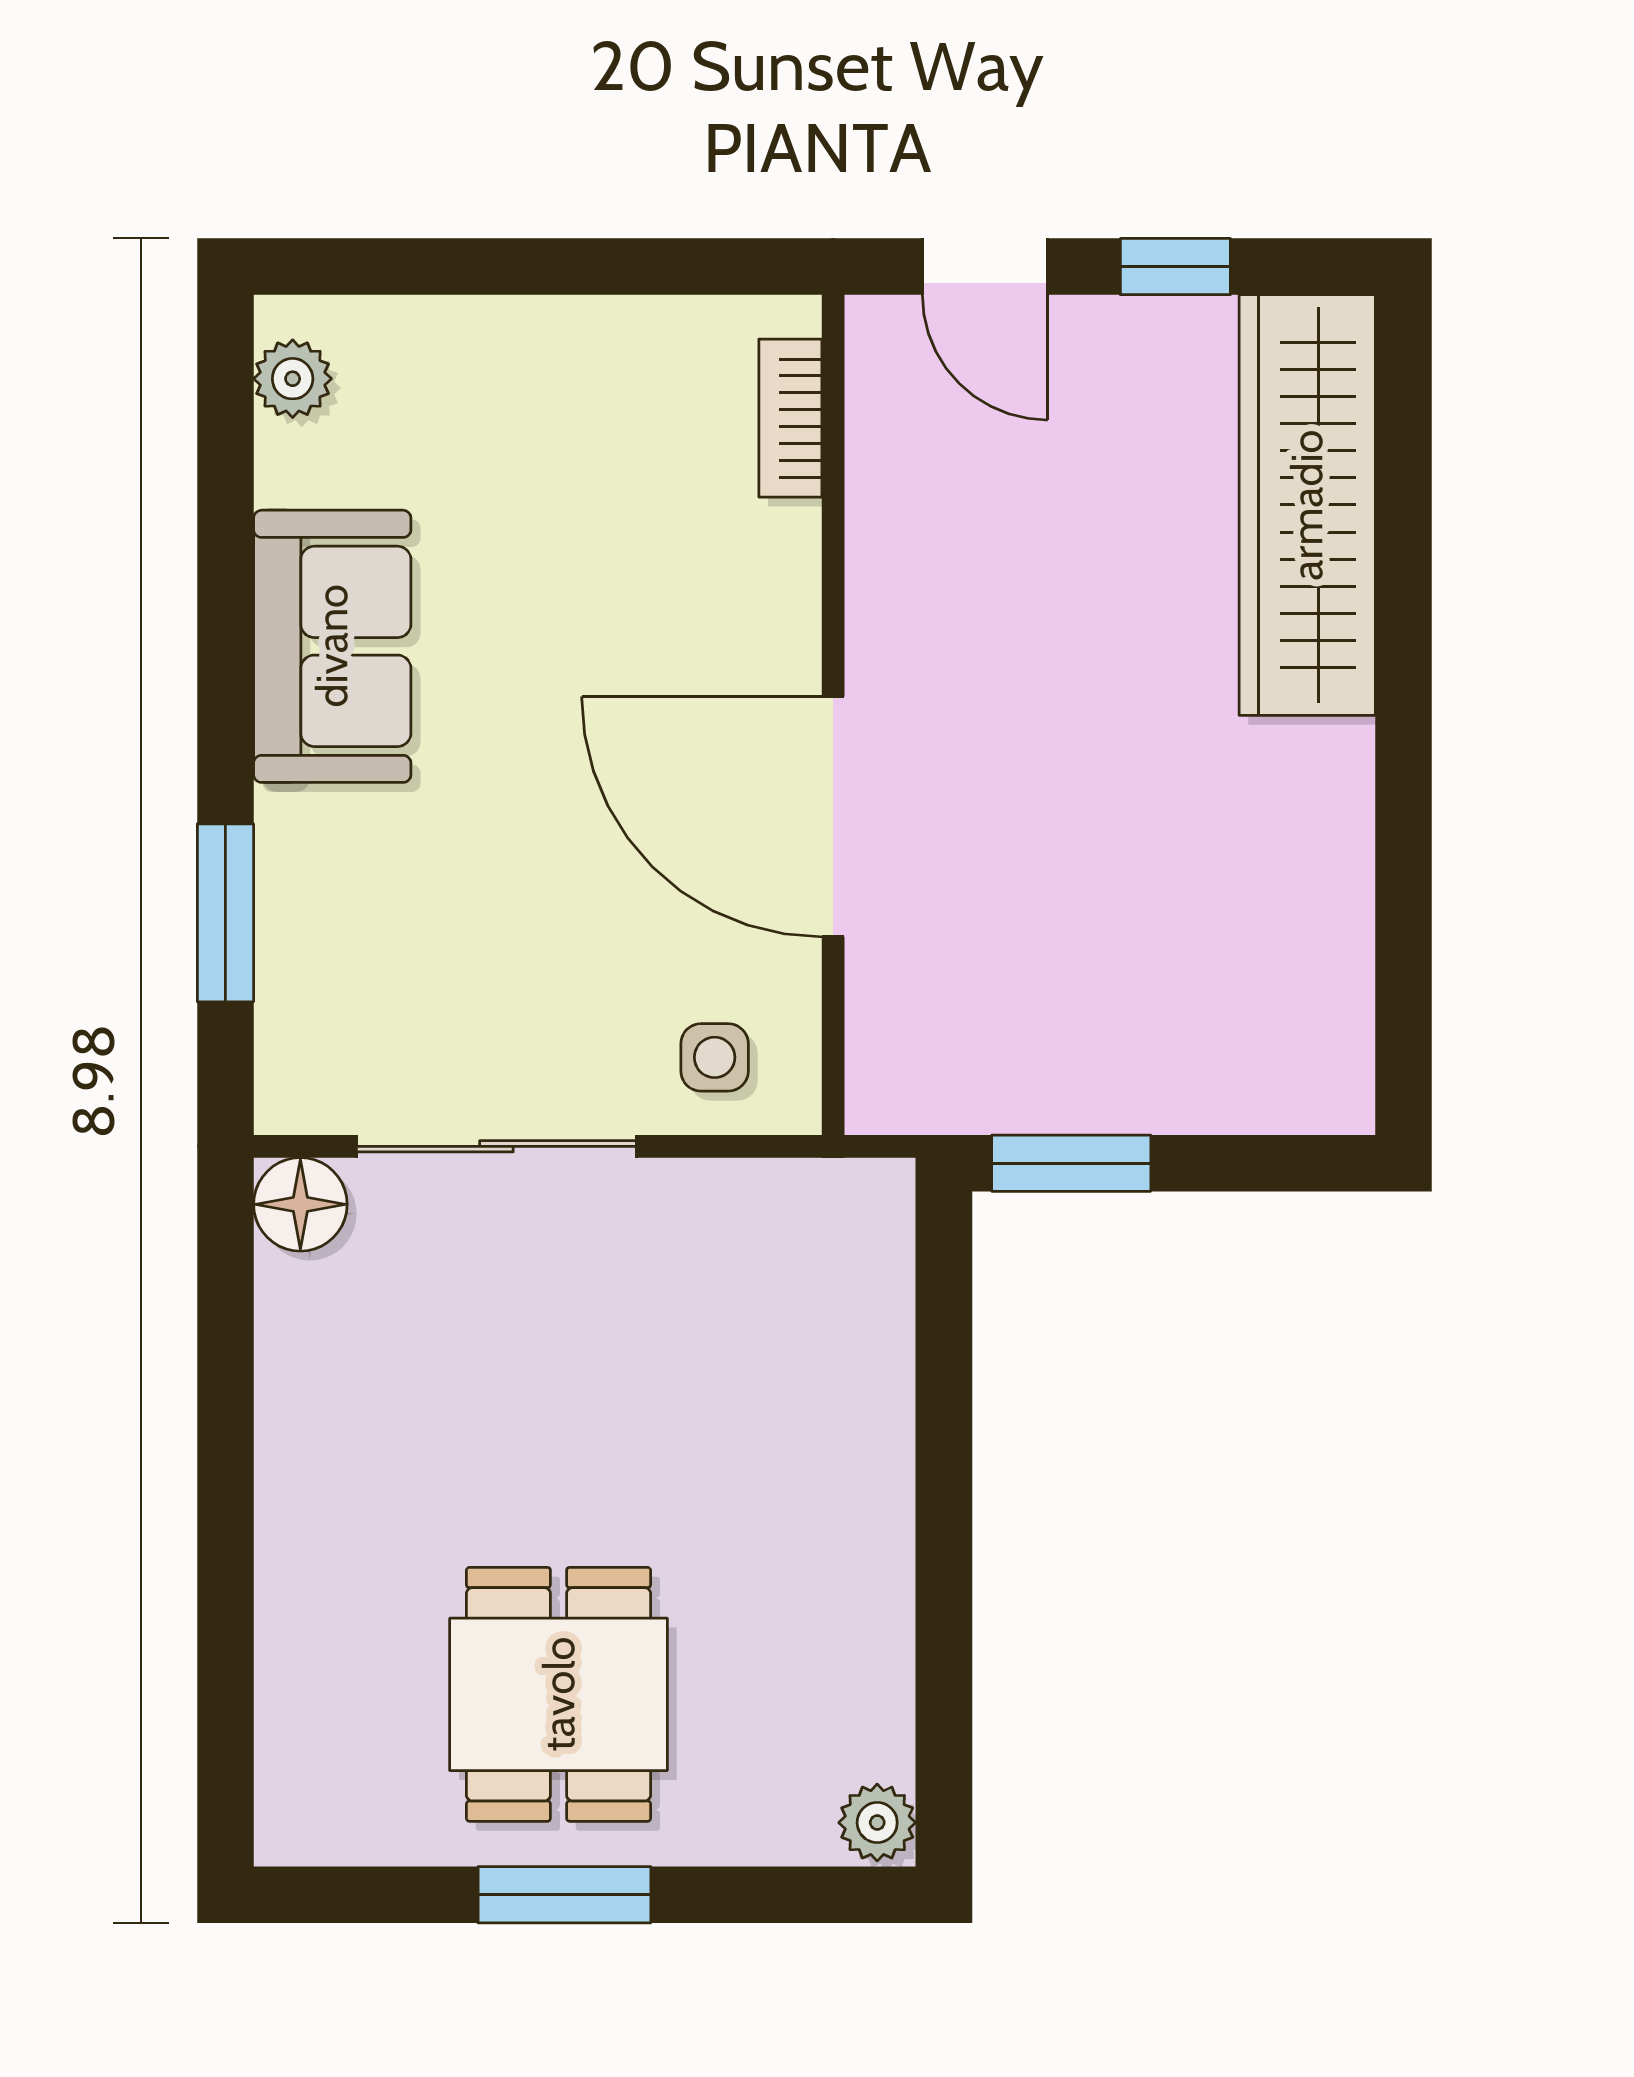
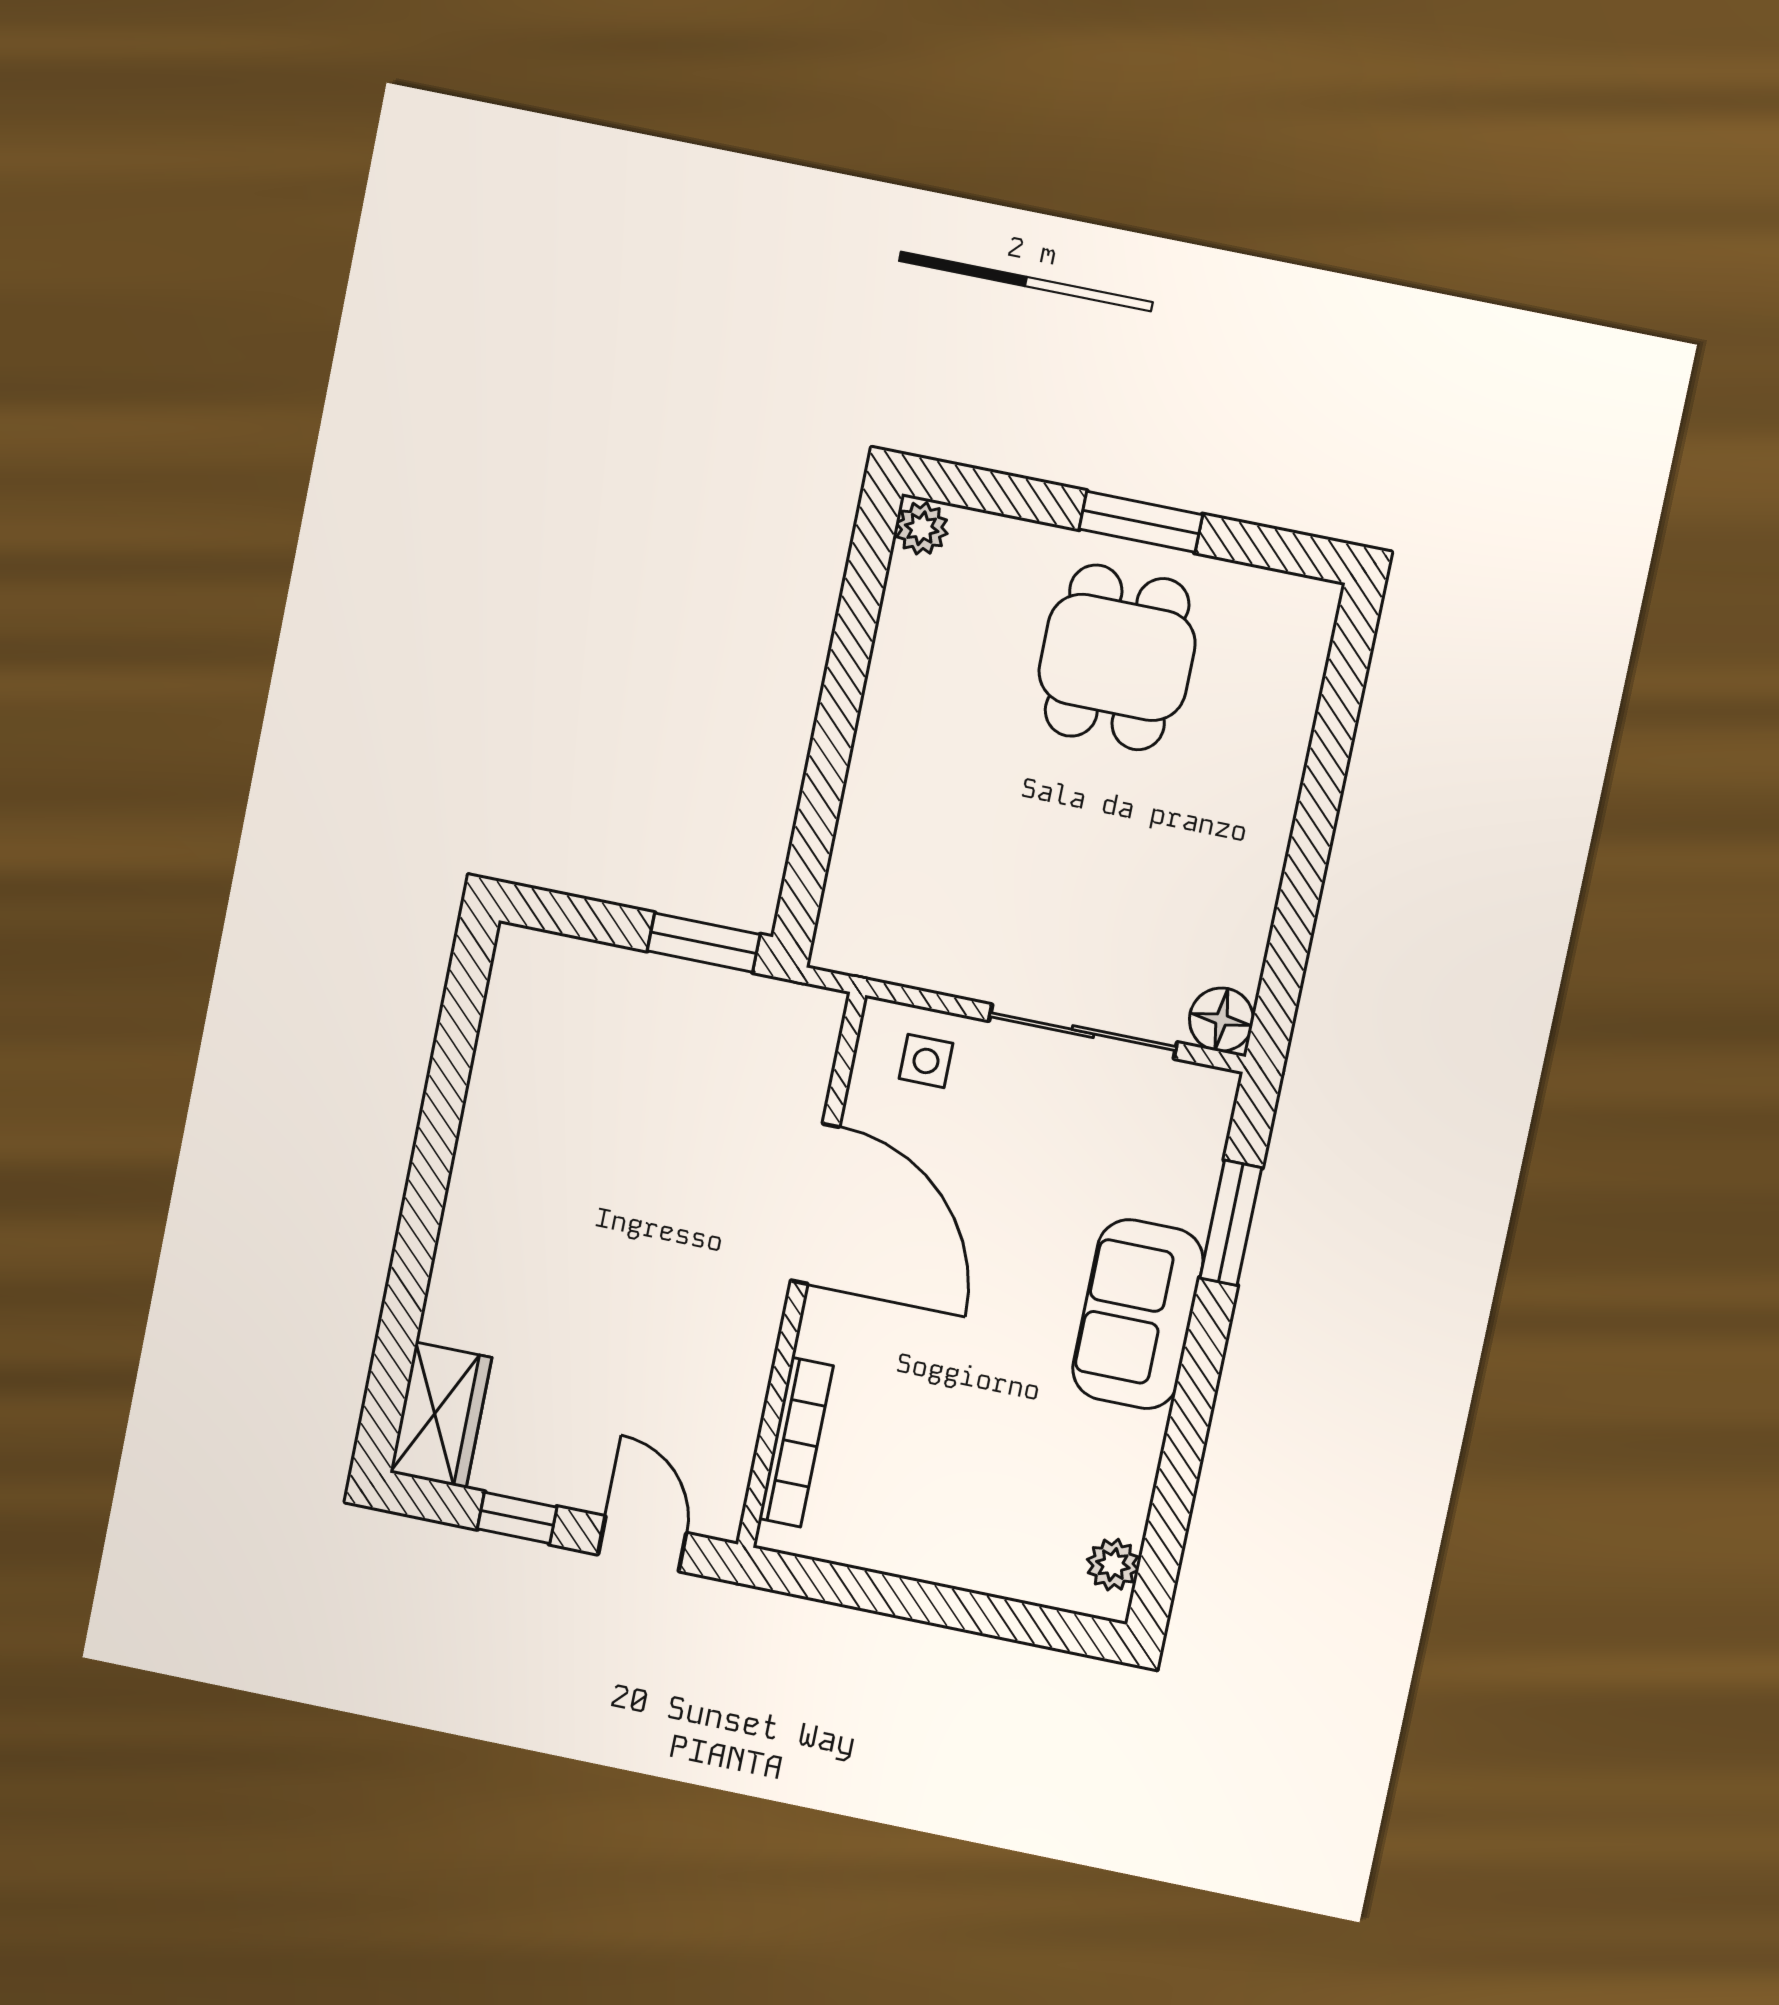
bookcase: (790, 418) -> (796, 1442), width x1.56
wardrobe: (1307, 505) -> (441, 1415), width x0.48, depth x0.85
sofa: (332, 646) -> (1138, 1314), moved

